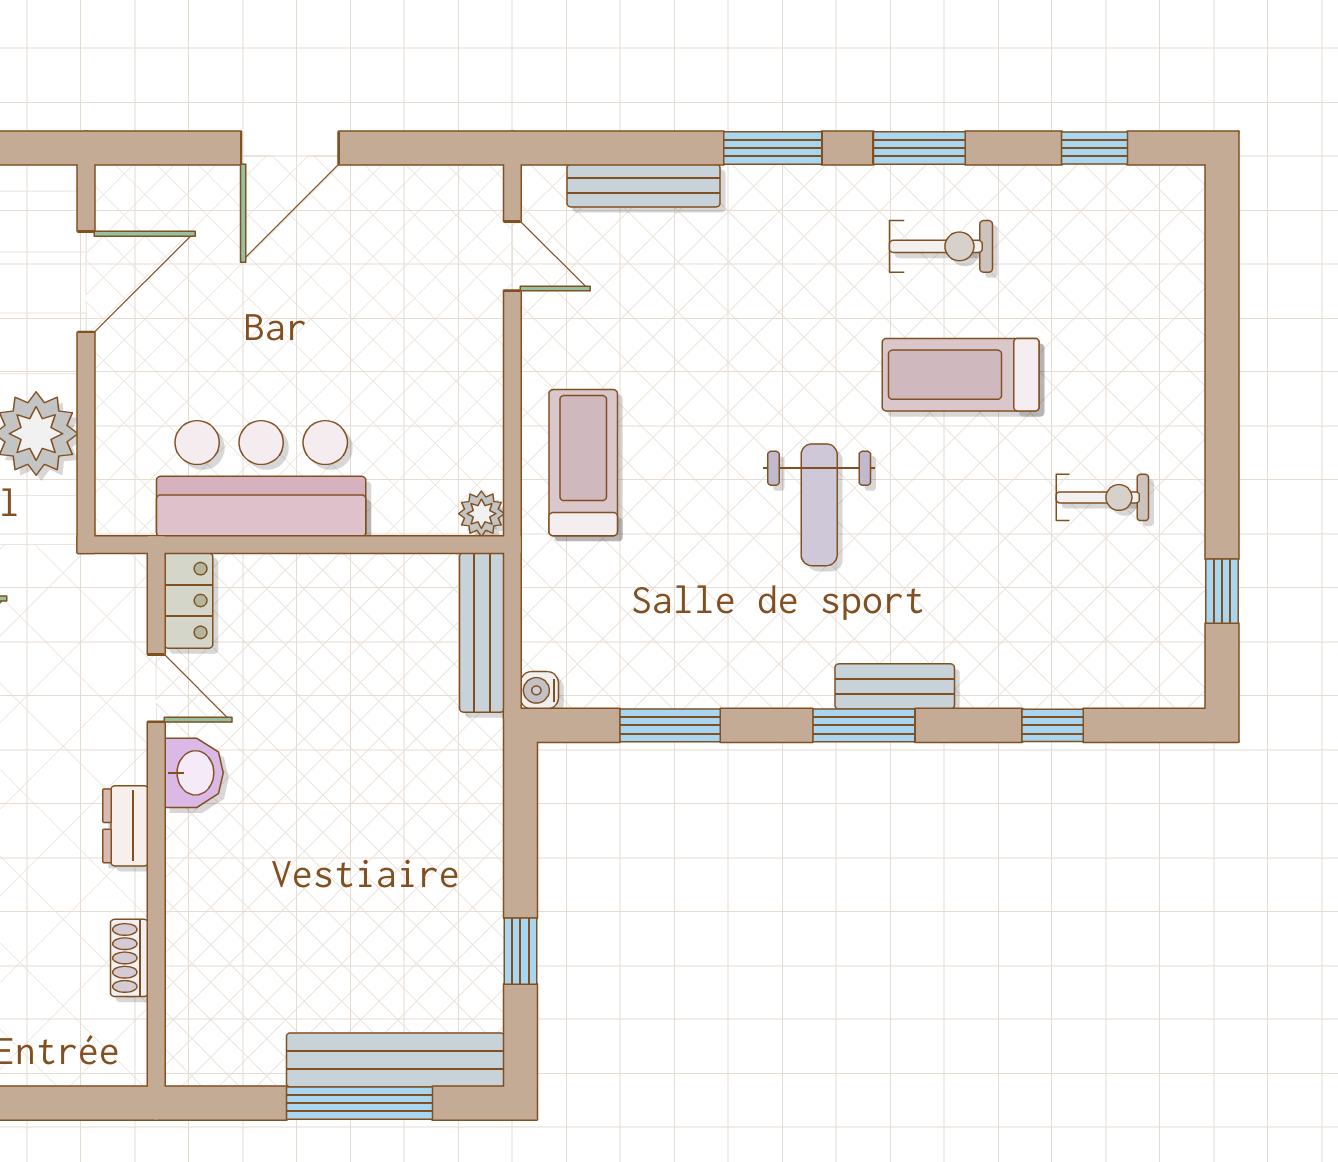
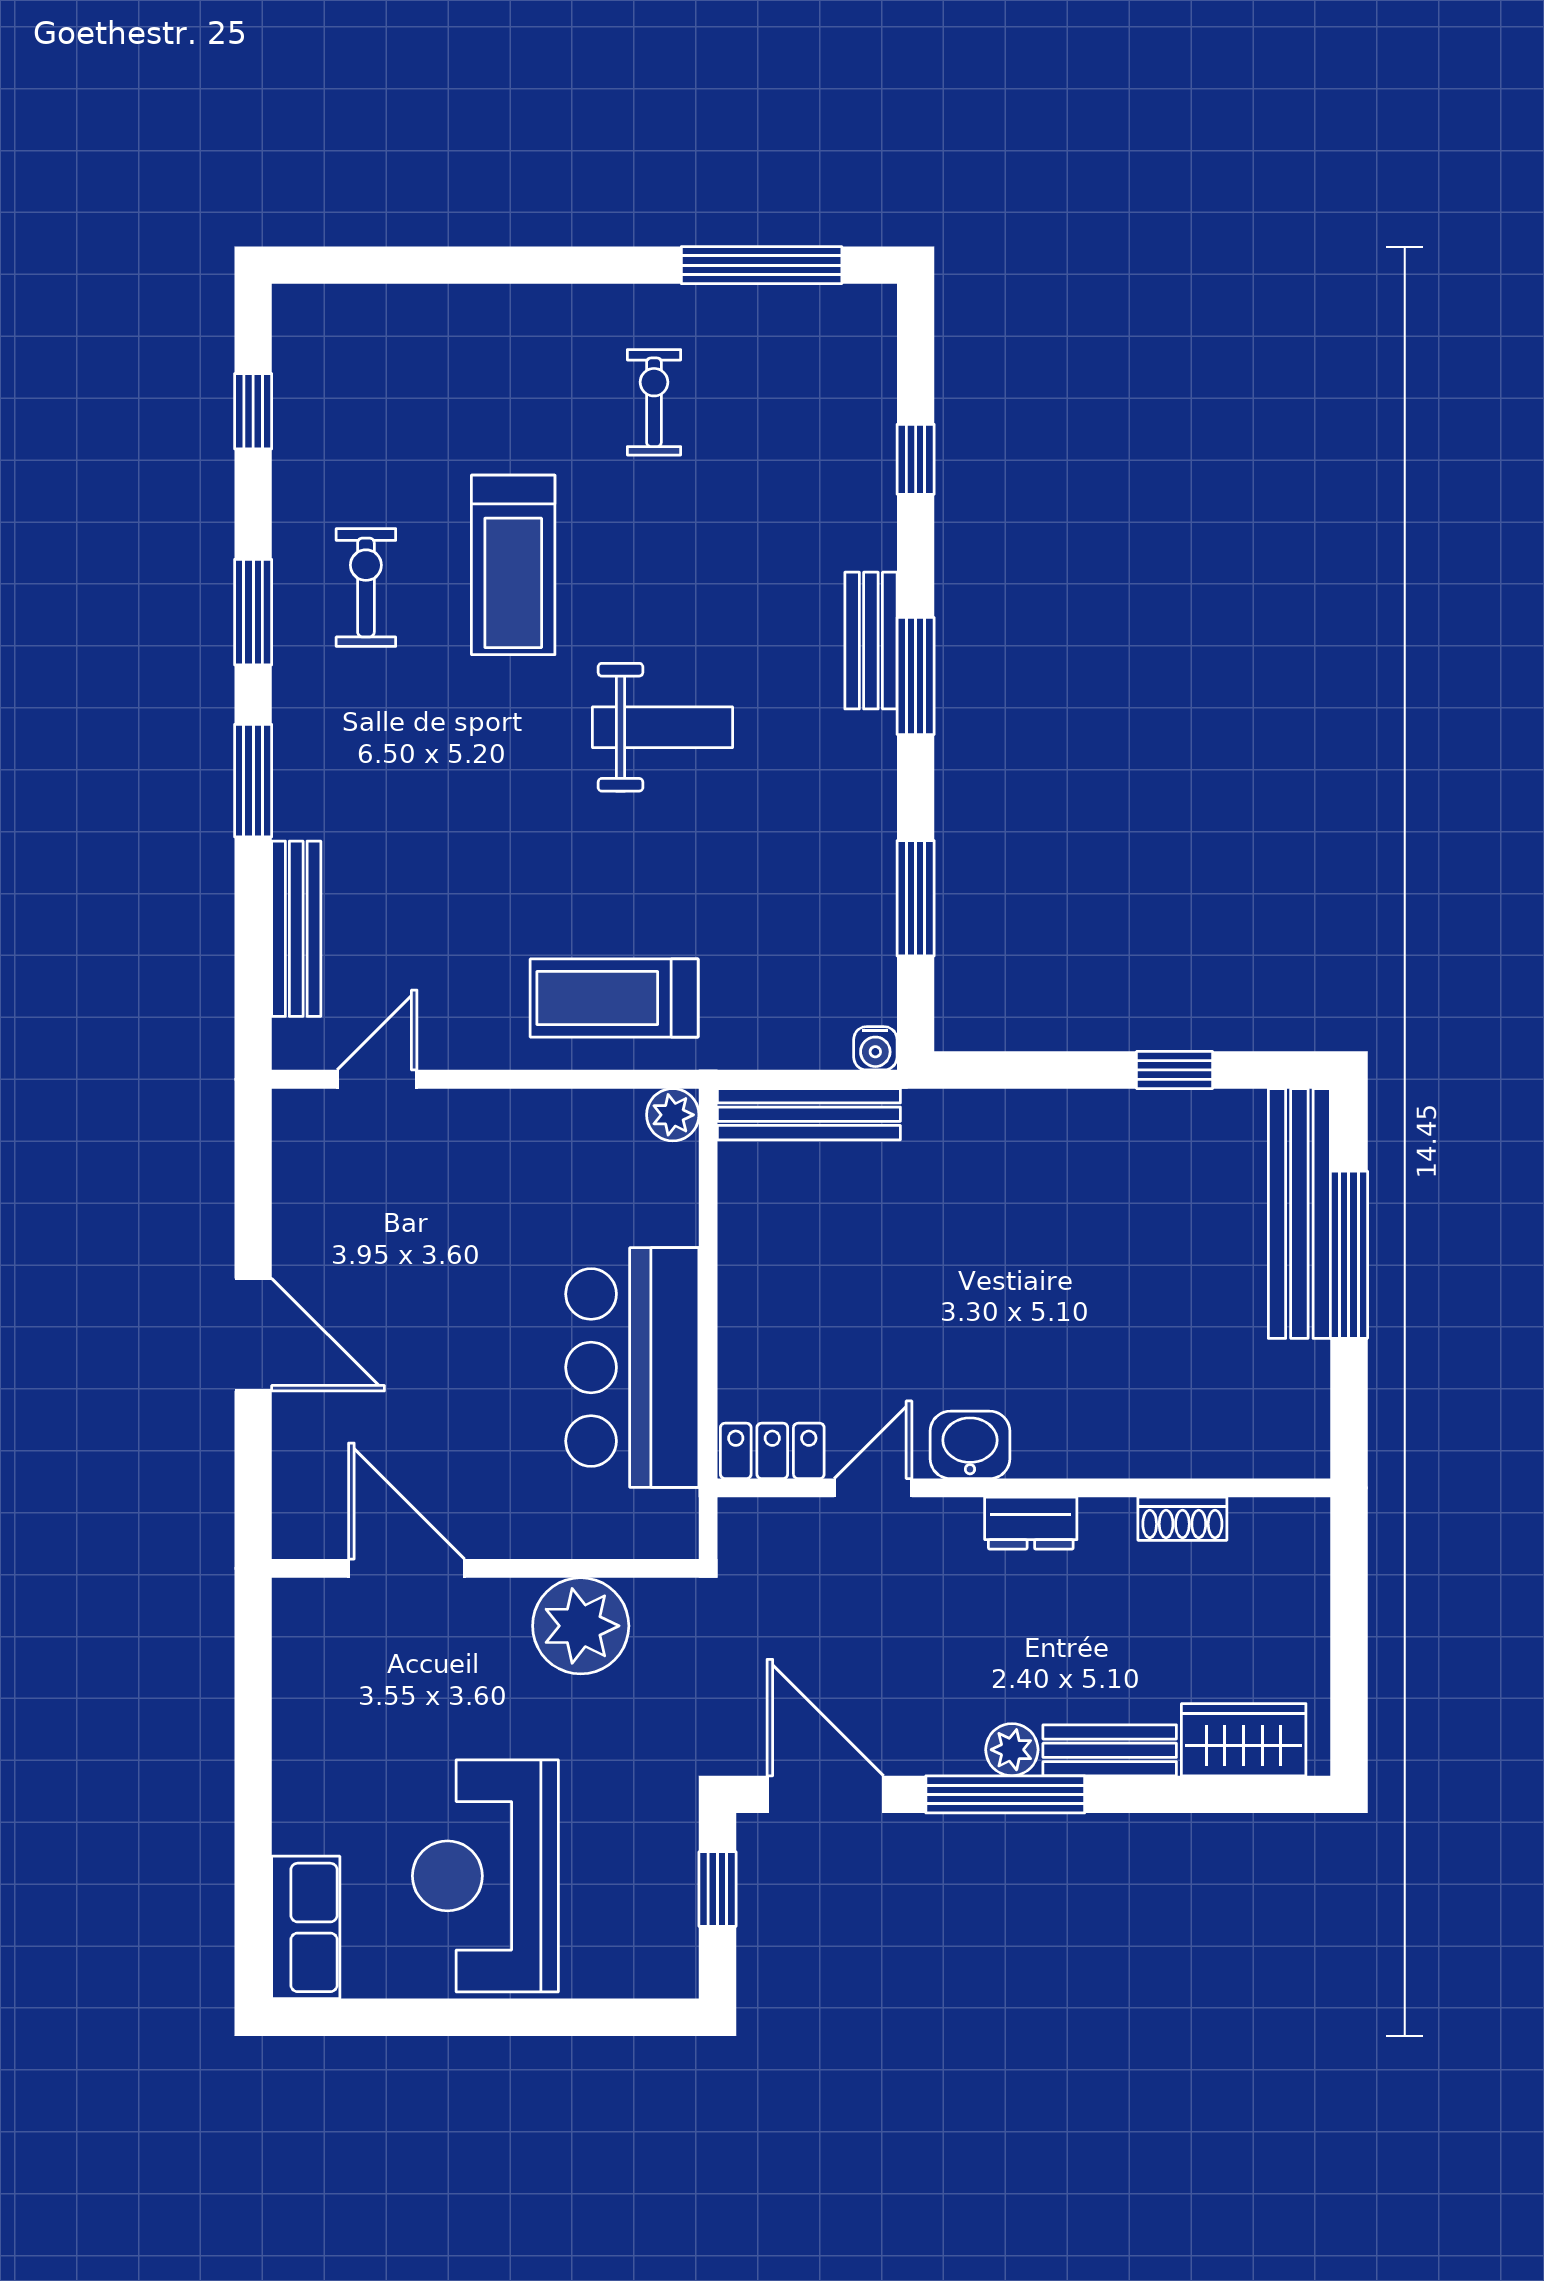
window: (1222, 591) -> (762, 265), width x2.17

